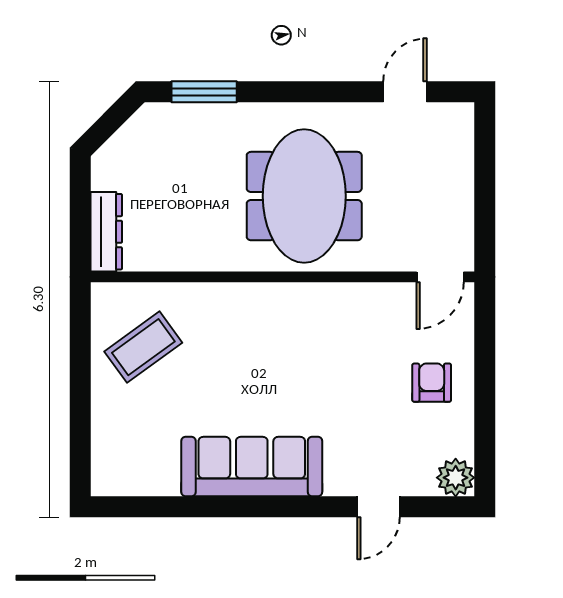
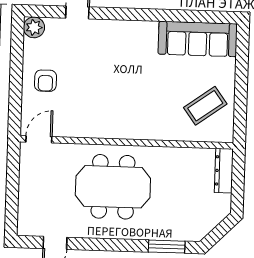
meeting table: (304, 196) -> (113, 187), turned 90
sofa: (252, 467) -> (198, 39), moved

